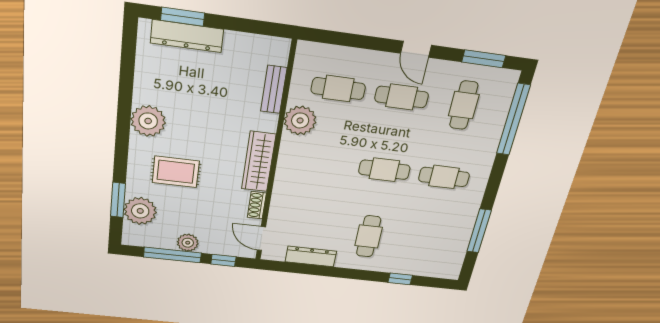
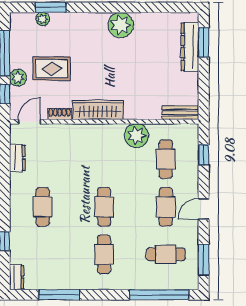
window: (342, 39) -> (204, 155), added
bench: (274, 90) -> (180, 113), moved
rug: (176, 172) -> (52, 69), moved, turned 90
plant: (140, 211) -> (43, 19), width x0.53, depth x0.53
cafe table: (369, 236) -> (42, 207), turned 90
plant: (188, 243) -> (18, 78), moved
dresser: (311, 256) -> (17, 158), width x0.70
dresser: (445, 272) -> (17, 277), added

